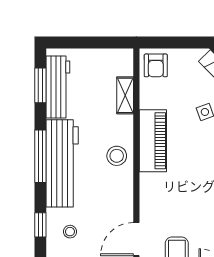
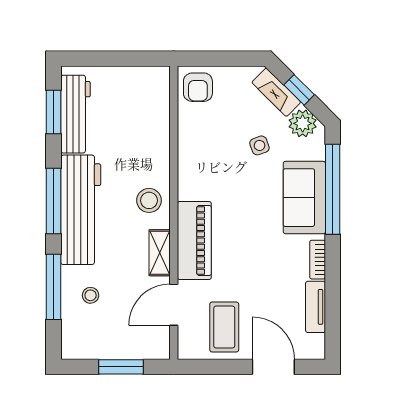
shelving: (125, 95) -> (160, 253), moved
piano: (153, 141) -> (194, 240), moved
window: (40, 225) -> (53, 287), width x2.17

